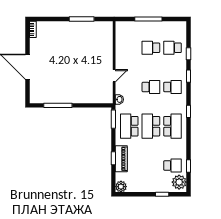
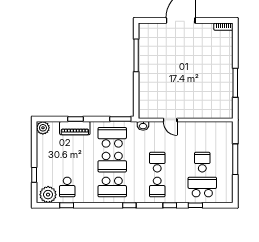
school desk: (173, 48) -> (202, 187), width x1.85
school desk: (151, 87) -> (157, 162), turned 180
school desk: (151, 126) -> (112, 162), turned 180

